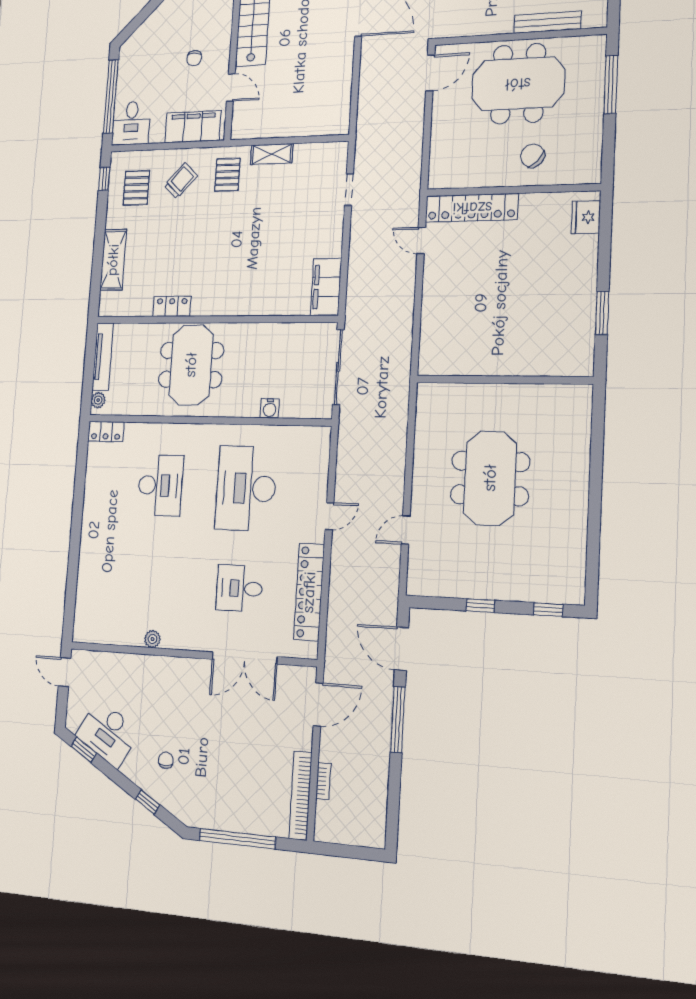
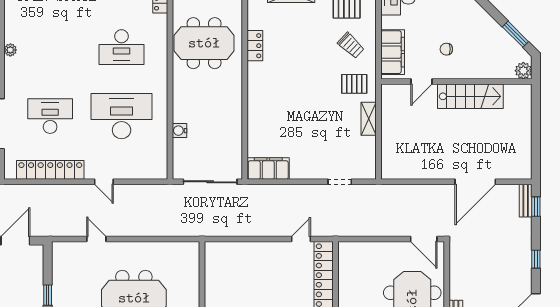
meeting table: (191, 365) -> (204, 43), moved
desk: (239, 588) -> (50, 116), width x1.37

